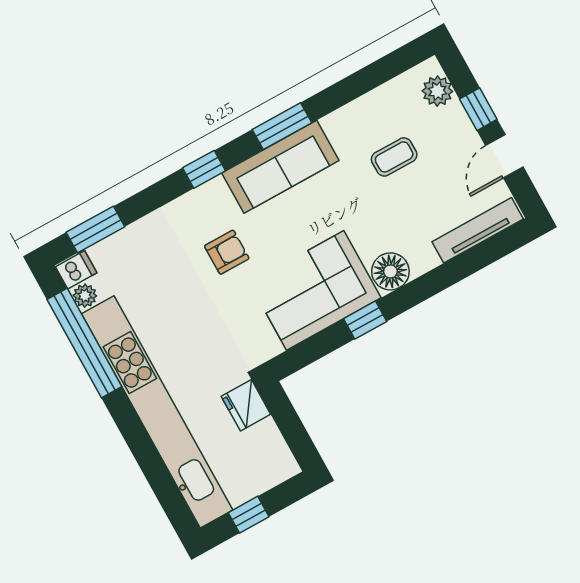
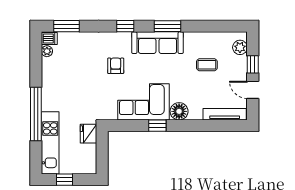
door: (504, 156) -> (253, 90), hinge flipped
armchair: (227, 252) -> (116, 66), turned -90
window: (84, 343) -> (36, 114), moved
kitchen unit: (157, 412) -> (50, 143), width x0.54

